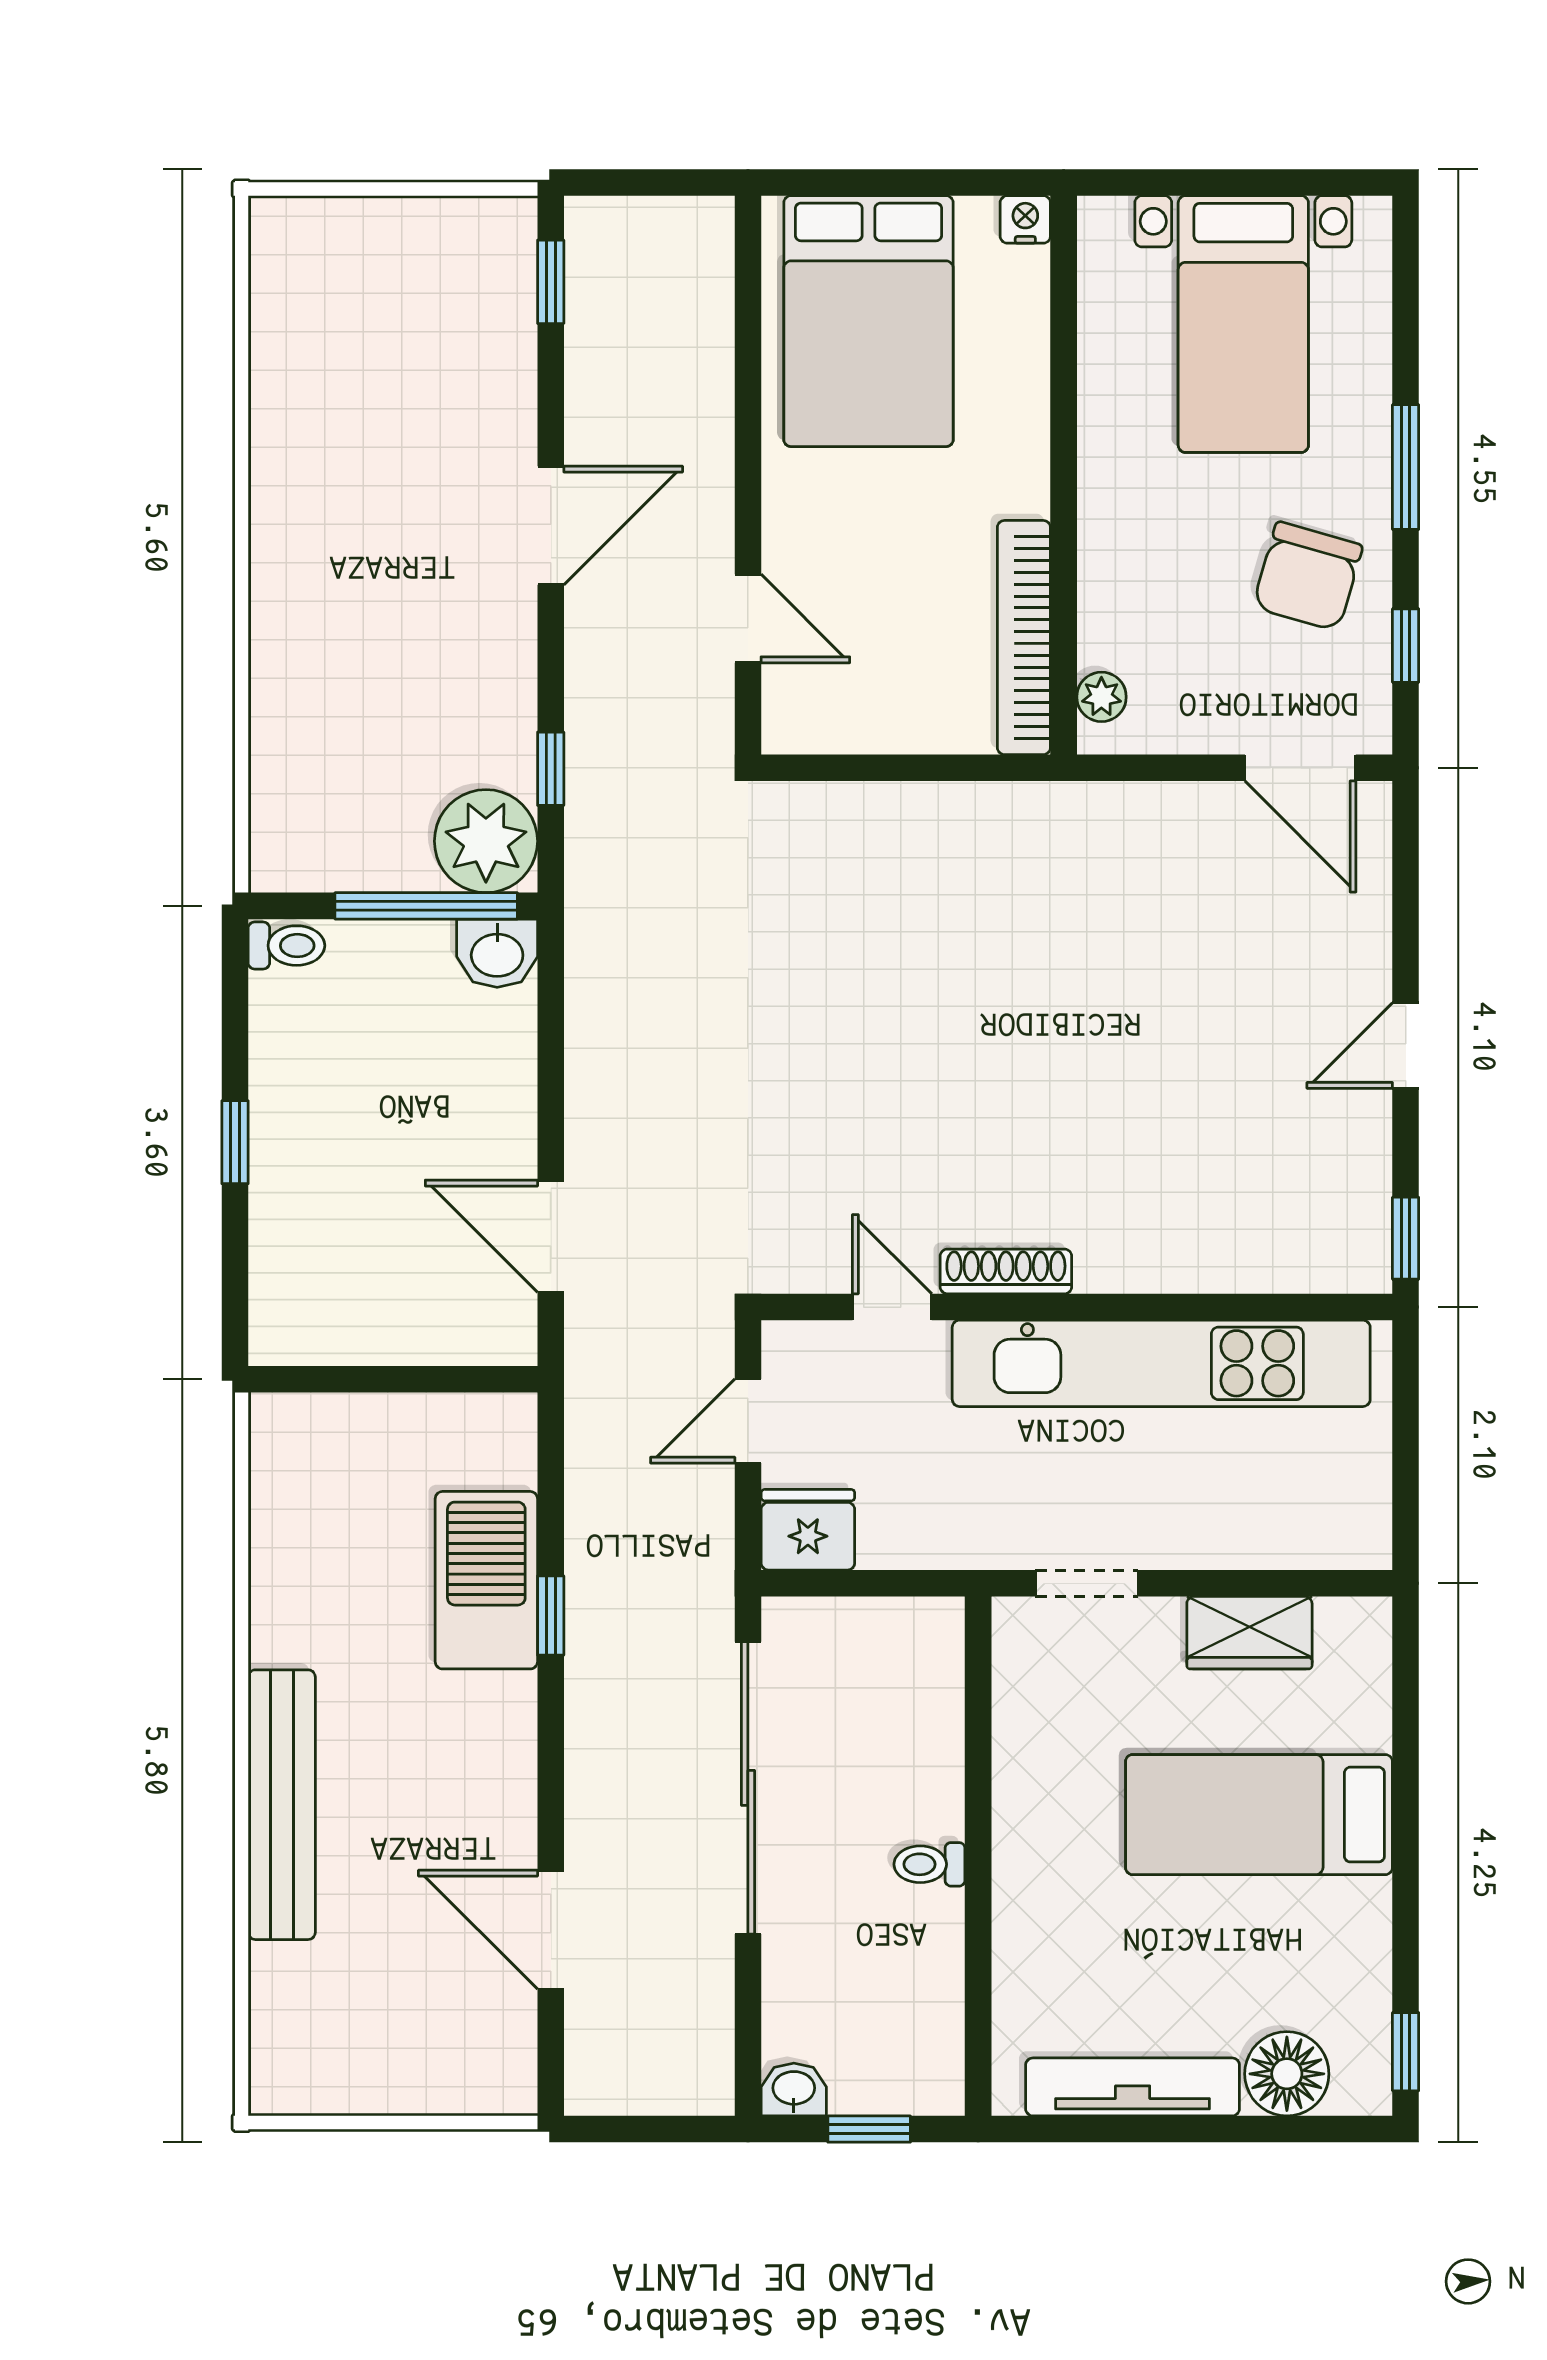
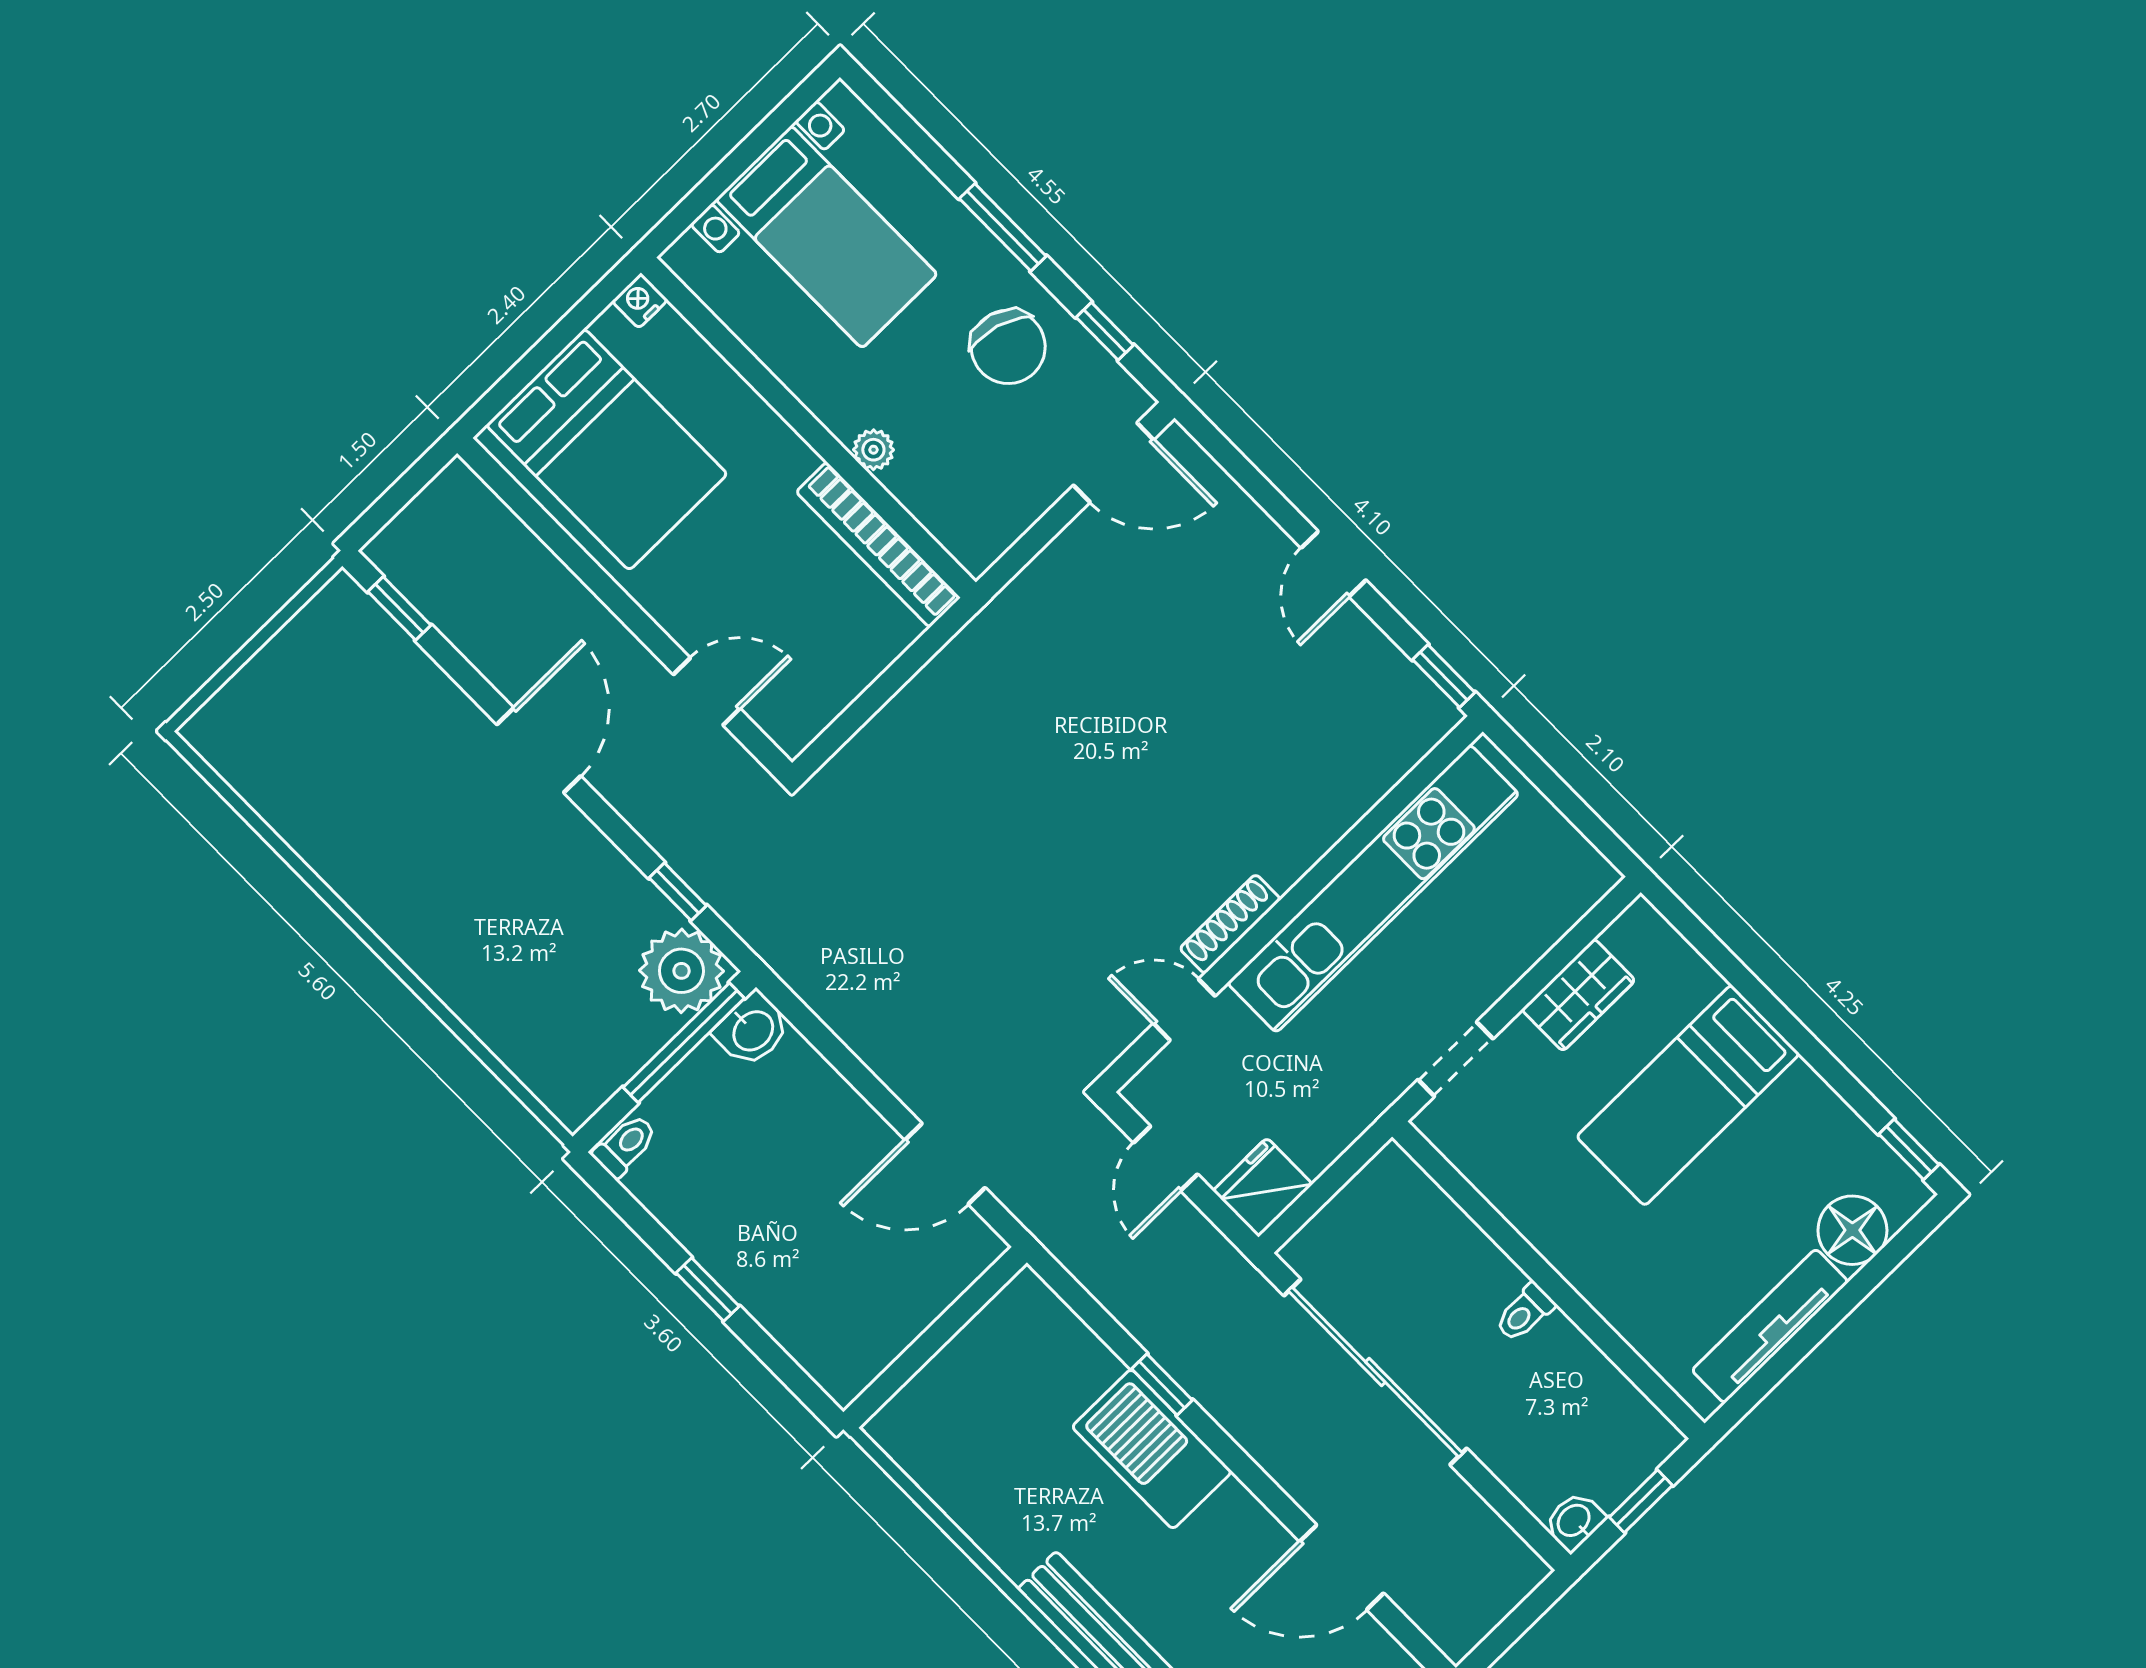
plant: (1101, 697) -> (873, 450), moved
barbecue: (486, 1580) -> (1152, 1449), moved

